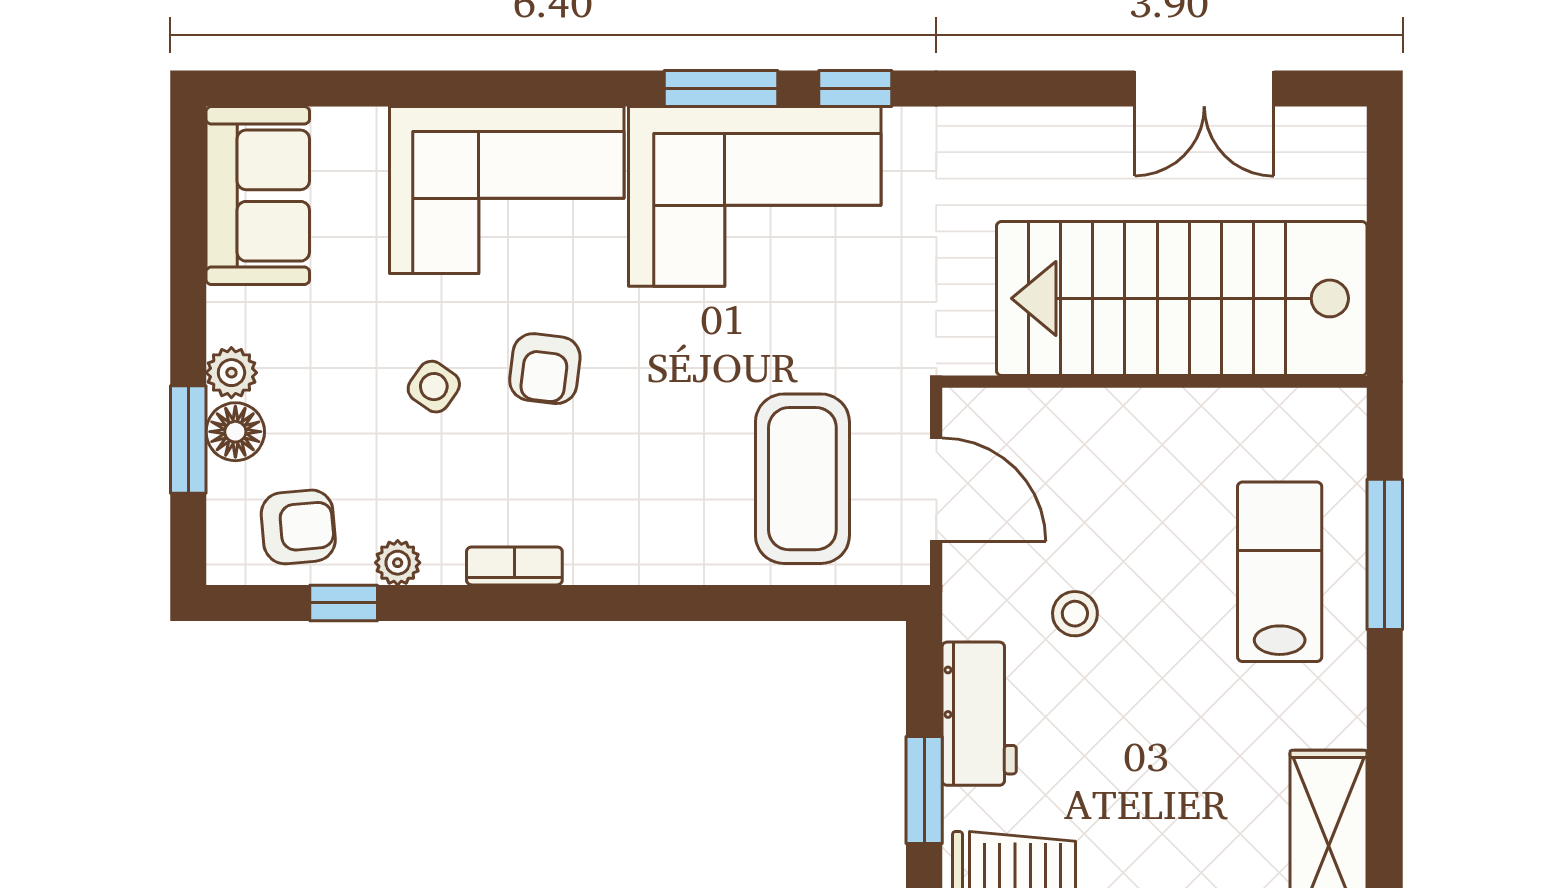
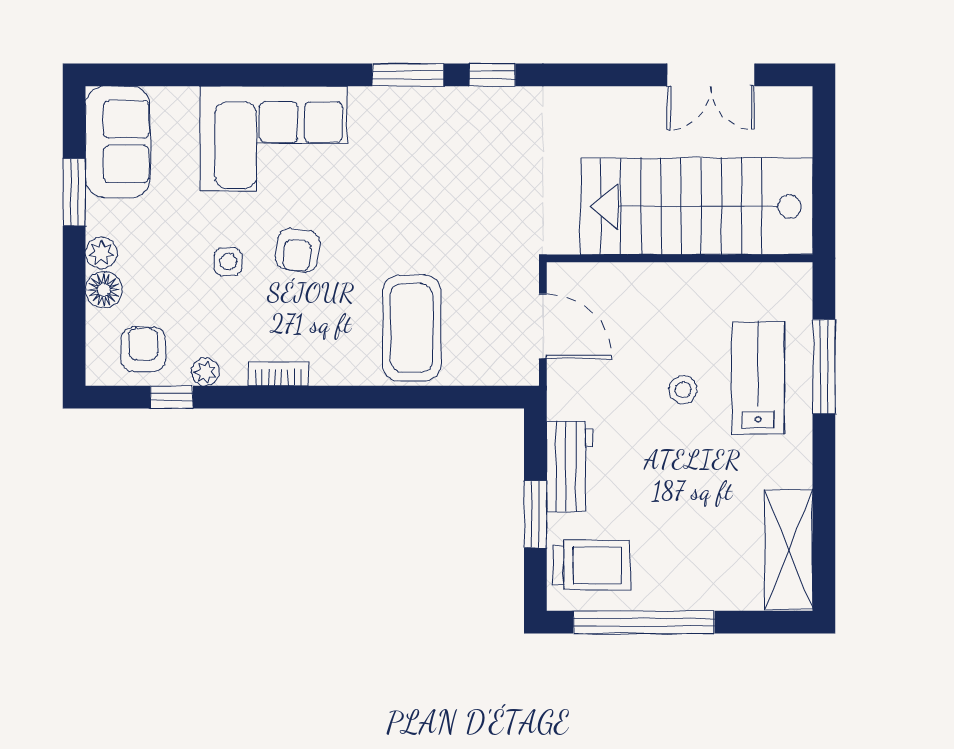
corner sofa: (755, 196) -> (429, 142), removed
side table: (434, 387) -> (228, 262), turned -35
window: (188, 439) -> (74, 192), moved
coffee table: (802, 479) -> (412, 328), moved
armchair: (298, 527) -> (143, 350), turned -85
stool: (1075, 614) -> (683, 390), moved

